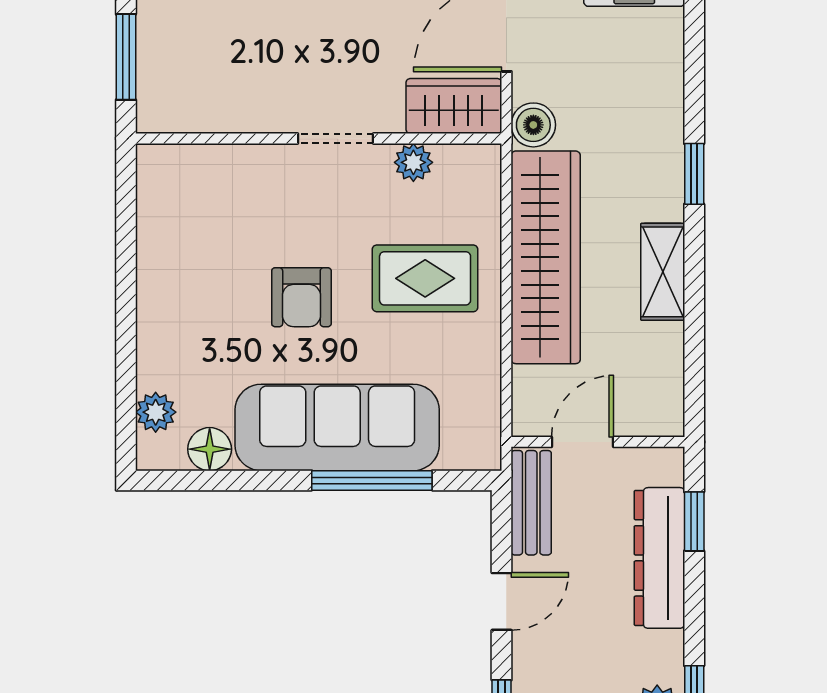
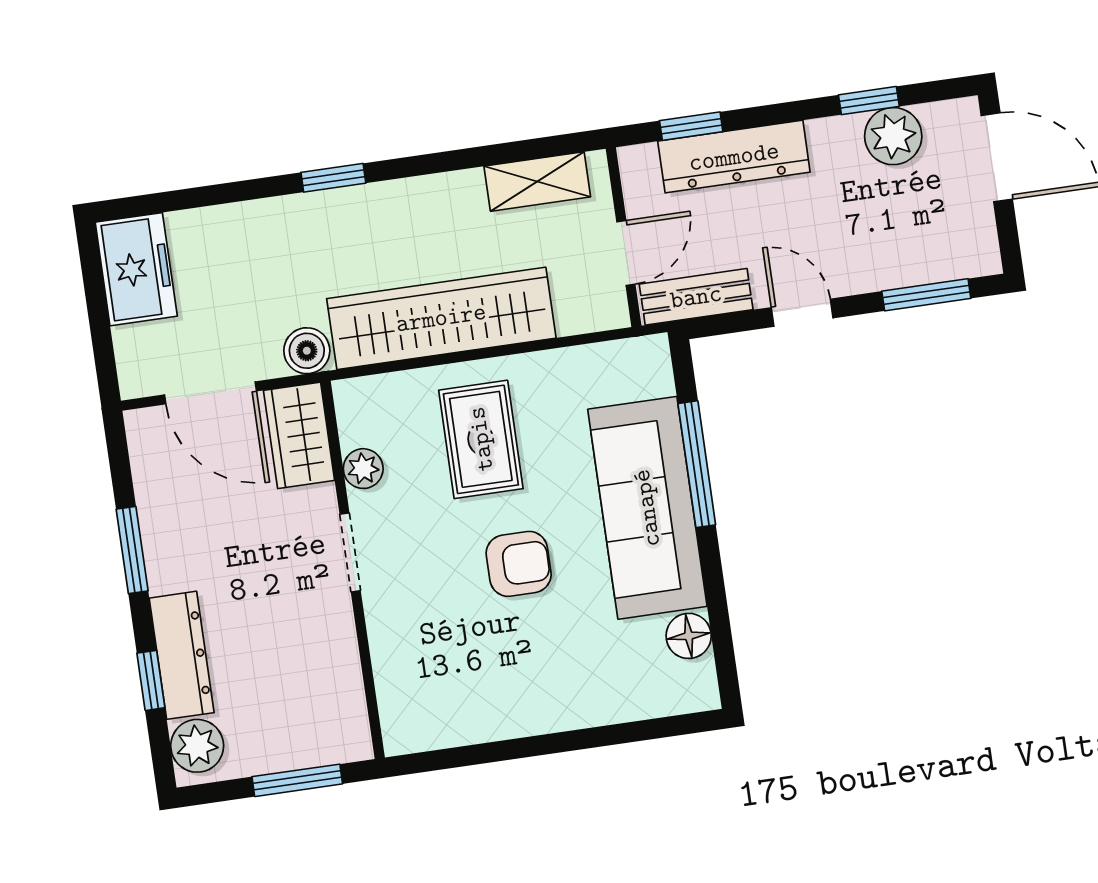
shelving: (663, 272) -> (537, 181), moved
plant: (156, 412) -> (659, 697), removed
door: (583, 442) -> (626, 253), swing flipped

